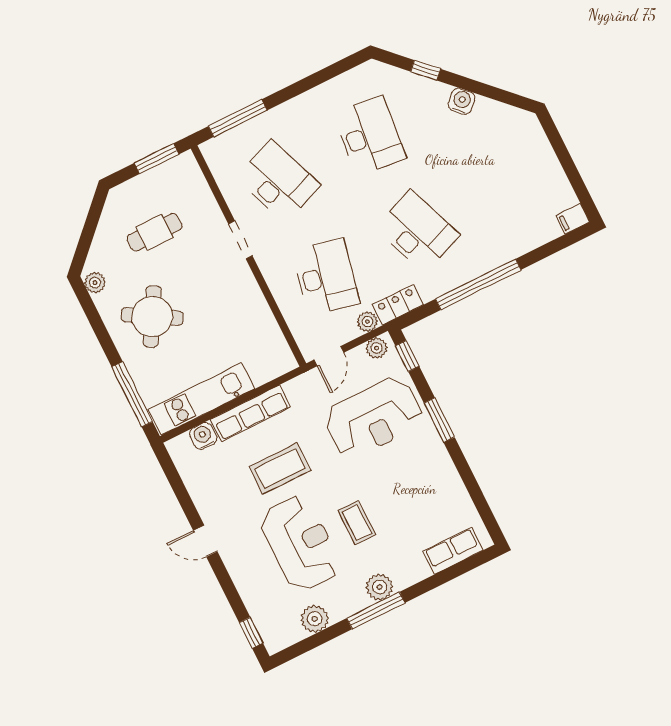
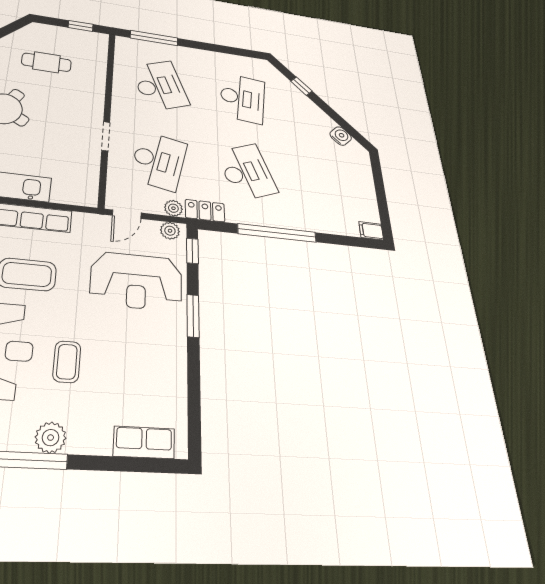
water cooler: (462, 101) -> (341, 136), moved
window: (157, 159) -> (81, 26), width x0.67
doorway: (240, 240) -> (106, 136), moved

